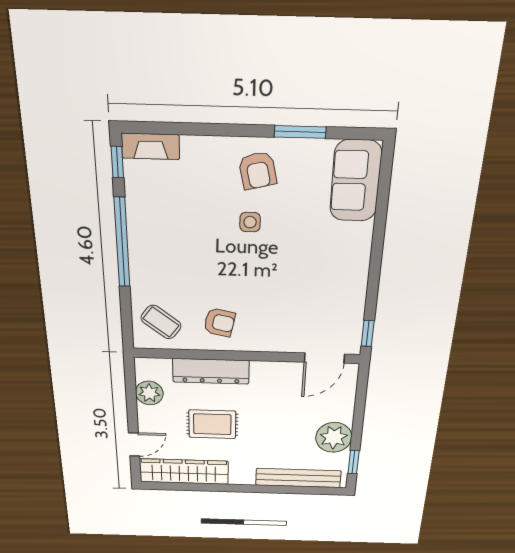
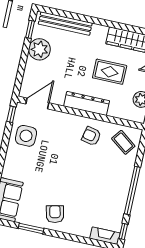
side table: (250, 222) -> (26, 136), moved, width x1.87, depth x1.87
dresser: (211, 371) -> (87, 103), moved

